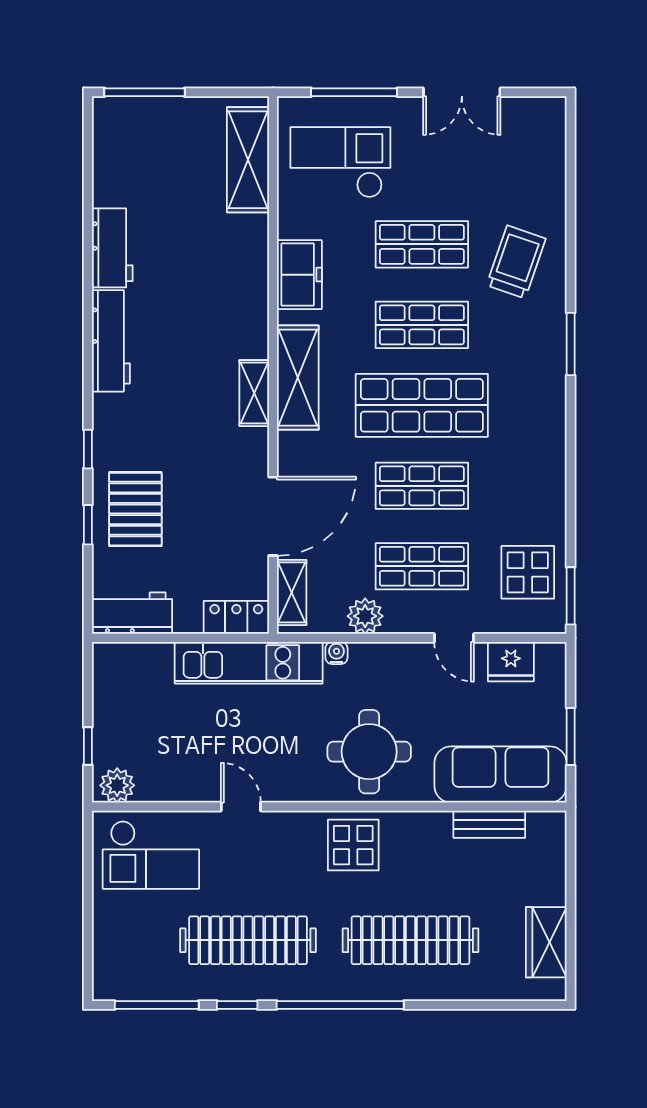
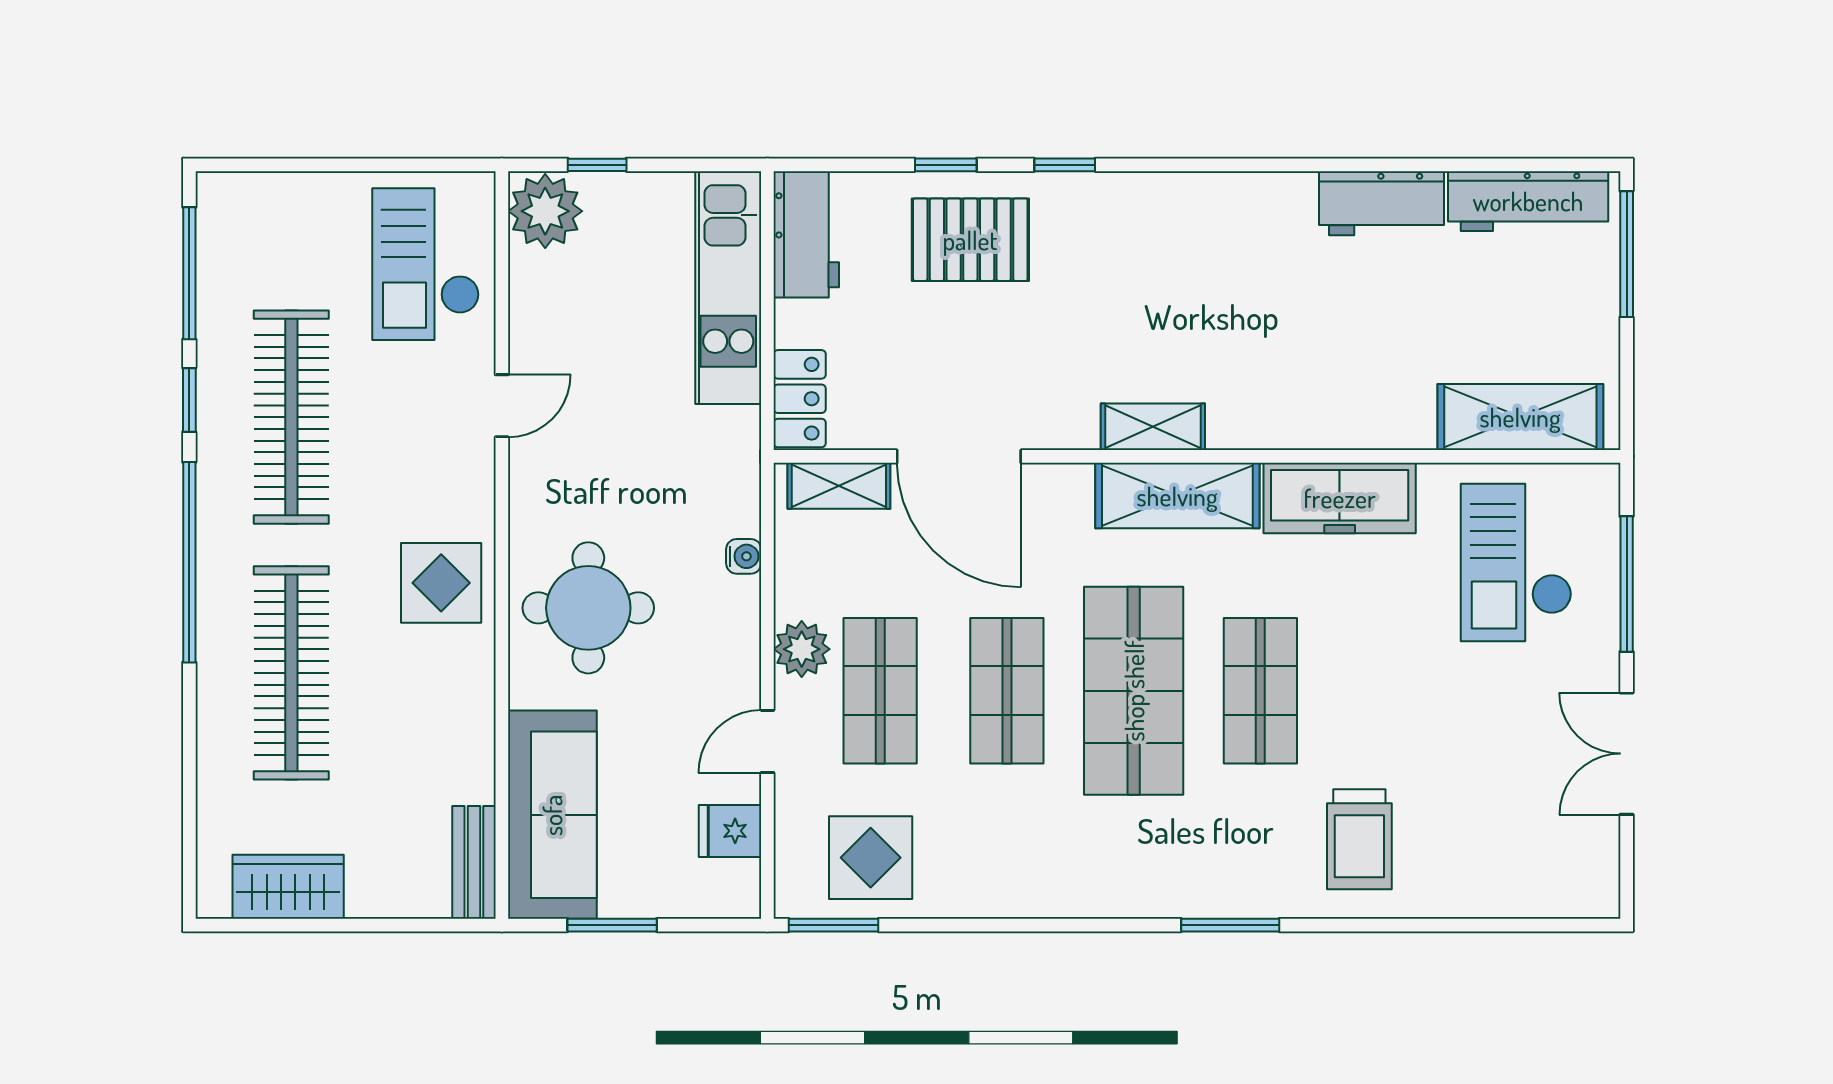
checkout: (340, 162) -> (1516, 562), turned 180
shop shelf: (422, 244) -> (1387, 691), removed
trolley: (516, 262) -> (1359, 839), turned 71
freezer: (299, 275) -> (1340, 498), width x1.40
workbench: (111, 341) -> (1528, 201), moved
plant: (365, 616) -> (802, 649), moved
fridge: (511, 662) -> (730, 831), width x0.72
kitchen unit: (249, 663) -> (728, 288), moved
plant: (117, 785) -> (545, 211), width x1.36, depth x1.36
bench: (489, 824) -> (474, 862), moved

